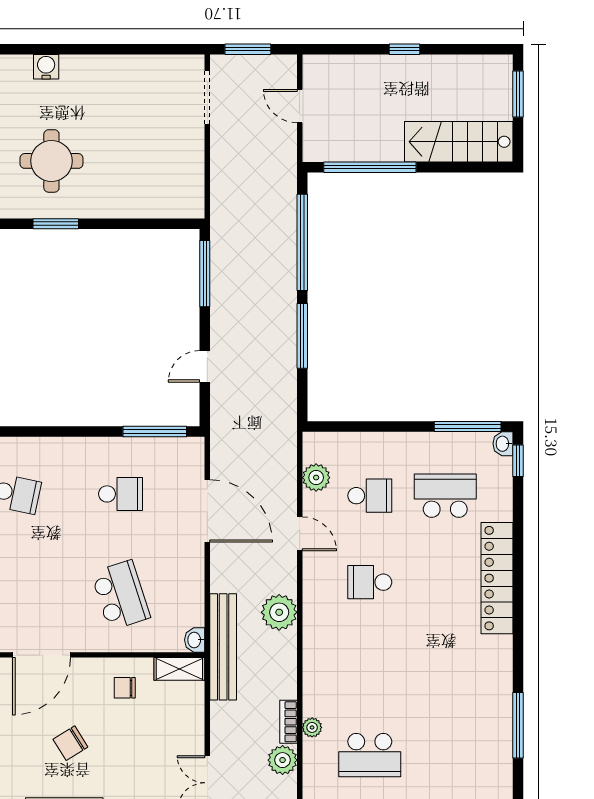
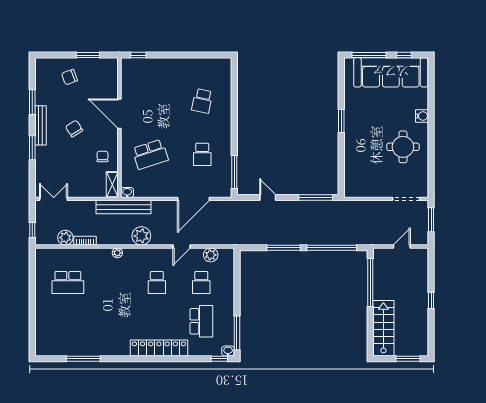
round table: (51, 161) -> (403, 147), moved
school desk: (370, 582) -> (157, 283), turned 180
plant: (312, 727) -> (117, 253), moved
school desk: (370, 755) -> (68, 283), turned -90

